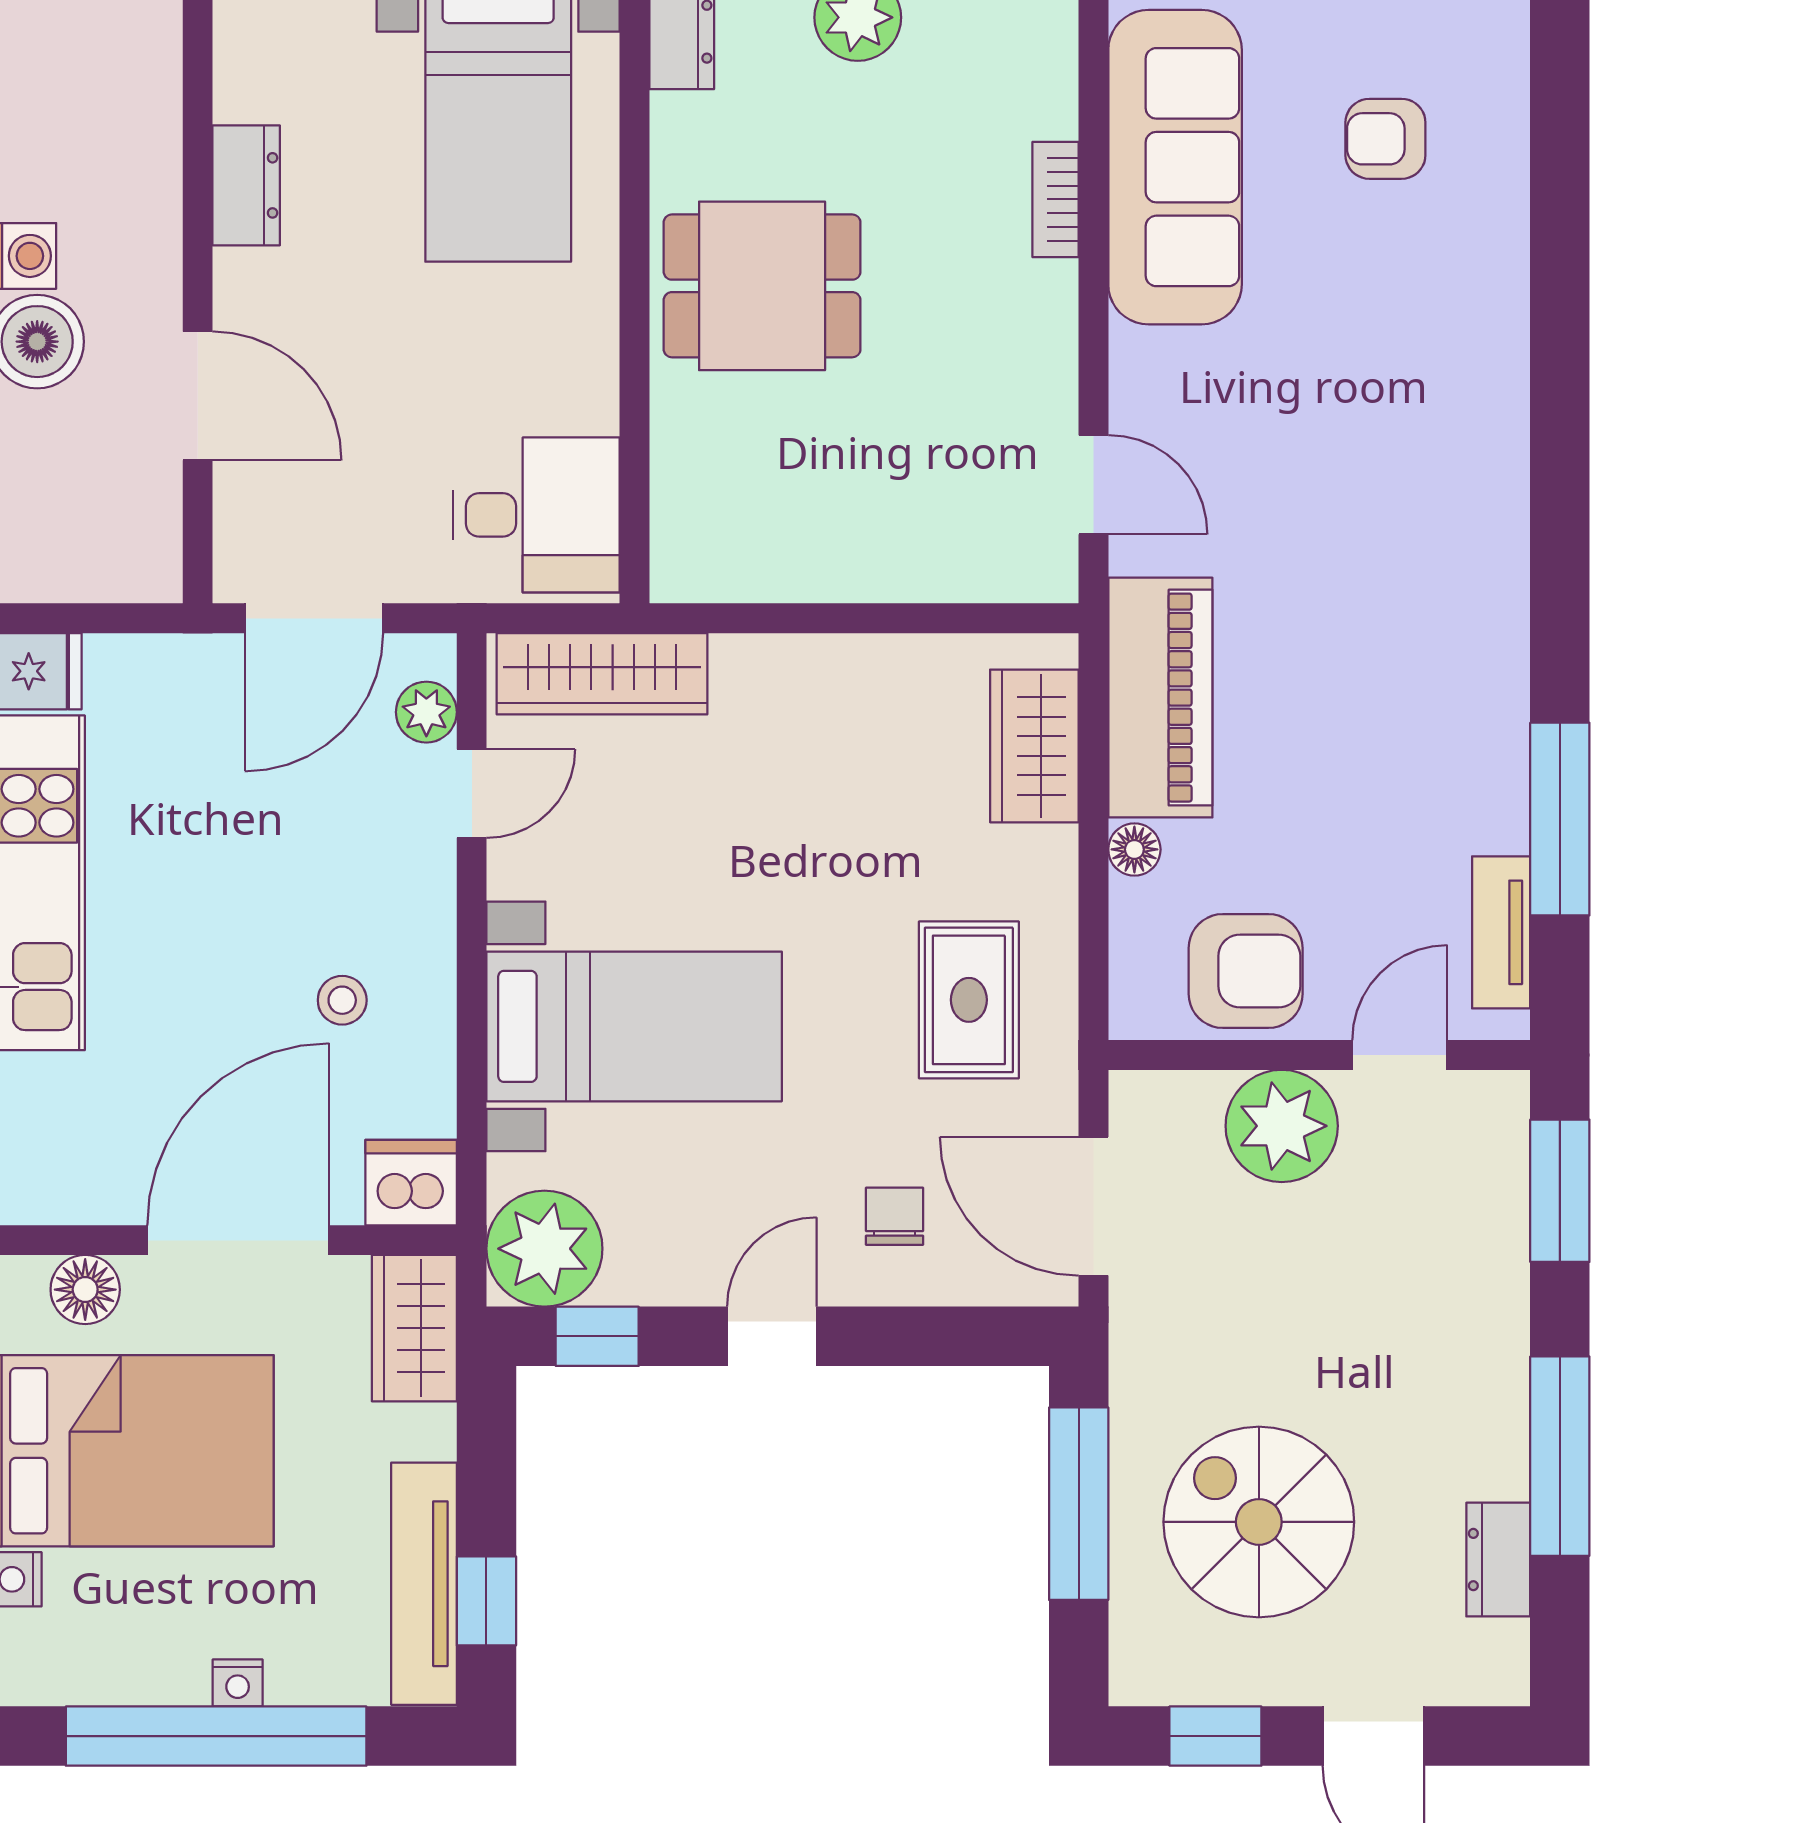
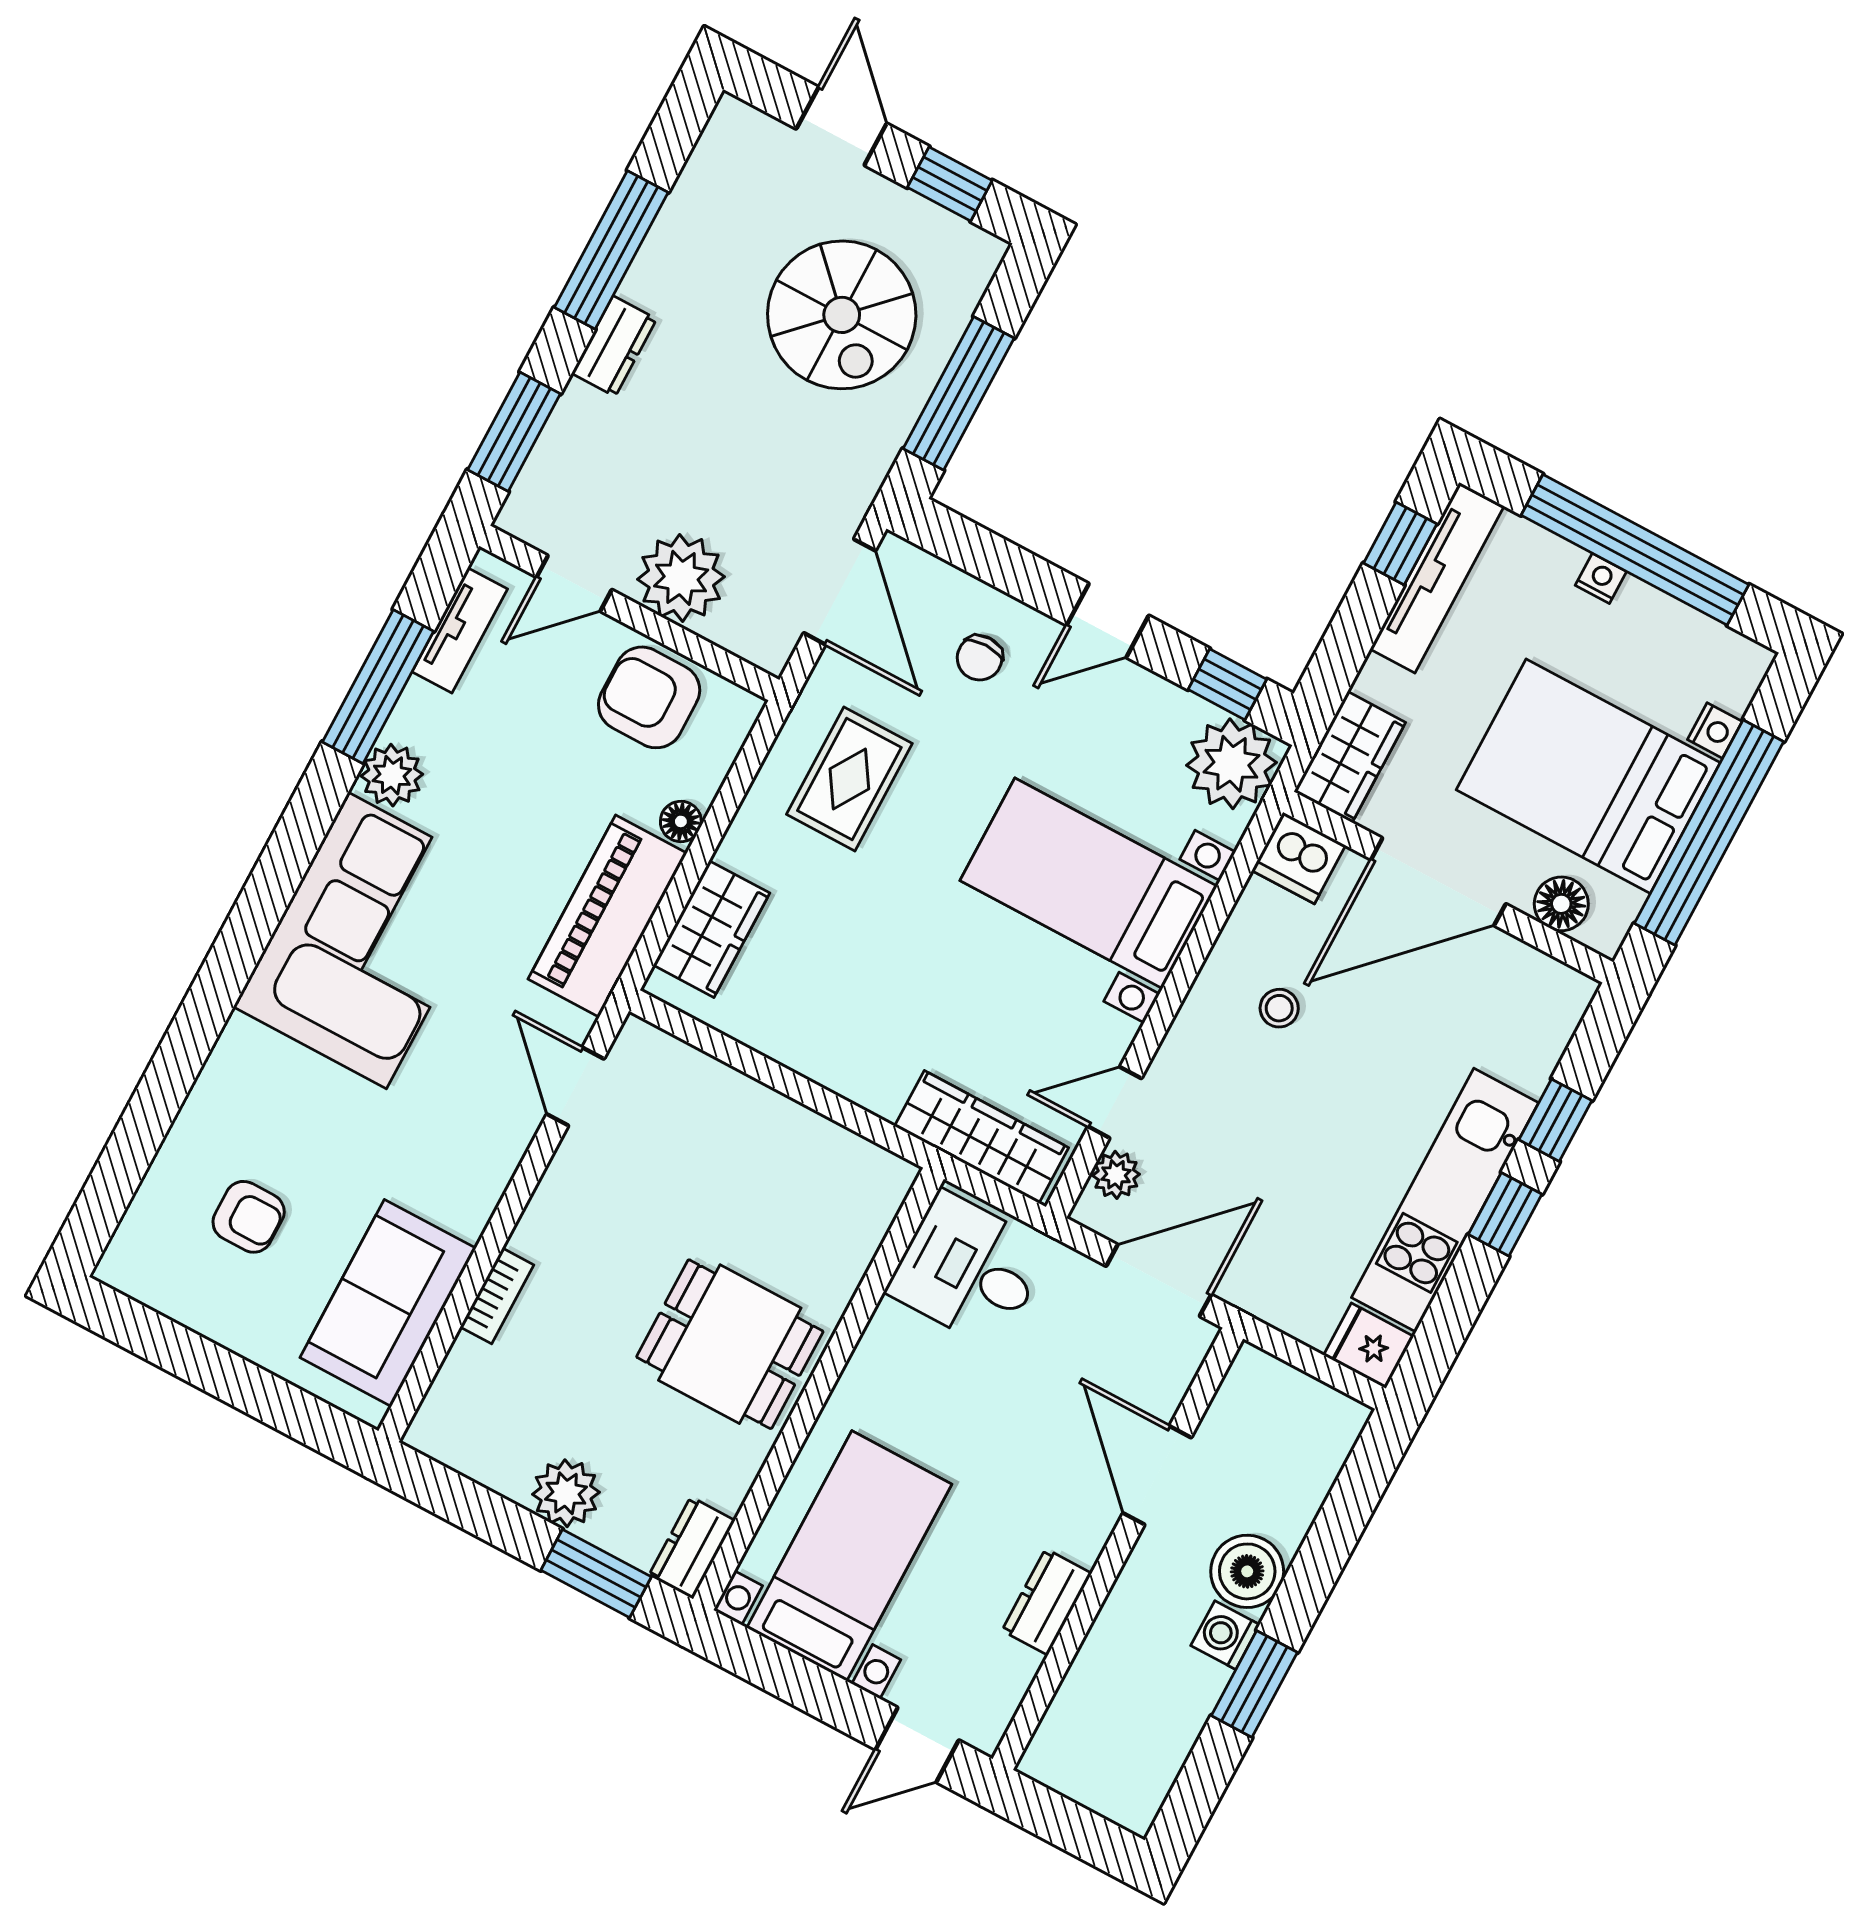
sofa: (1175, 167) -> (388, 1303), width x0.73
corner sofa: (1418, 524) -> (367, 940), added
plant: (1490, 727) -> (392, 775), added
dresser: (1498, 1560) -> (614, 346), moved

